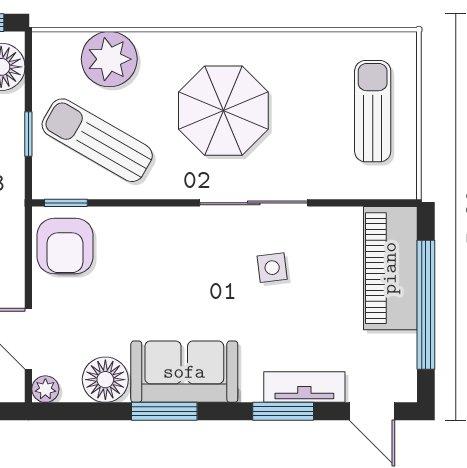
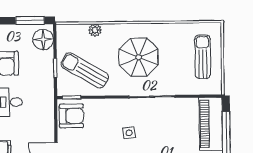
plant: (109, 59) -> (95, 30), width x0.53, depth x0.53
armchair: (65, 246) -> (71, 116), turned -90
side table: (272, 268) -> (129, 133), moved

